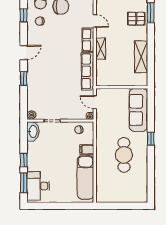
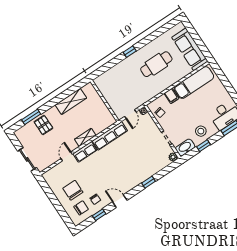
door: (24, 52) -> (120, 201), moved
sofa: (138, 110) -> (190, 49), moved, turned 90
stool: (38, 155) -> (201, 131), added
window: (24, 160) -> (204, 146), moved

